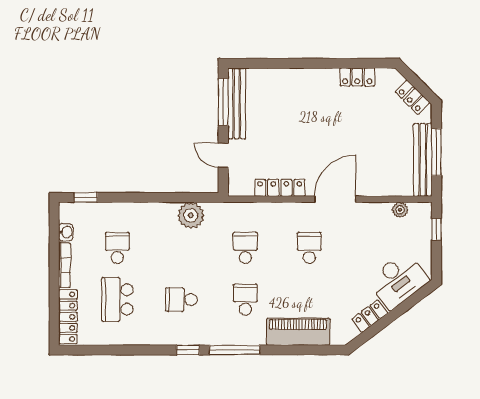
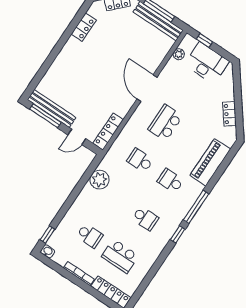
locker: (280, 188) -> (108, 132), moved
washbasin: (66, 232) -> (48, 251), moved
school desk: (117, 248) -> (90, 236), turned 180
school desk: (309, 248) -> (165, 123), width x1.85
desk: (398, 280) -> (207, 63), moved, turned -53
school desk: (181, 300) -> (145, 218), turned -90

